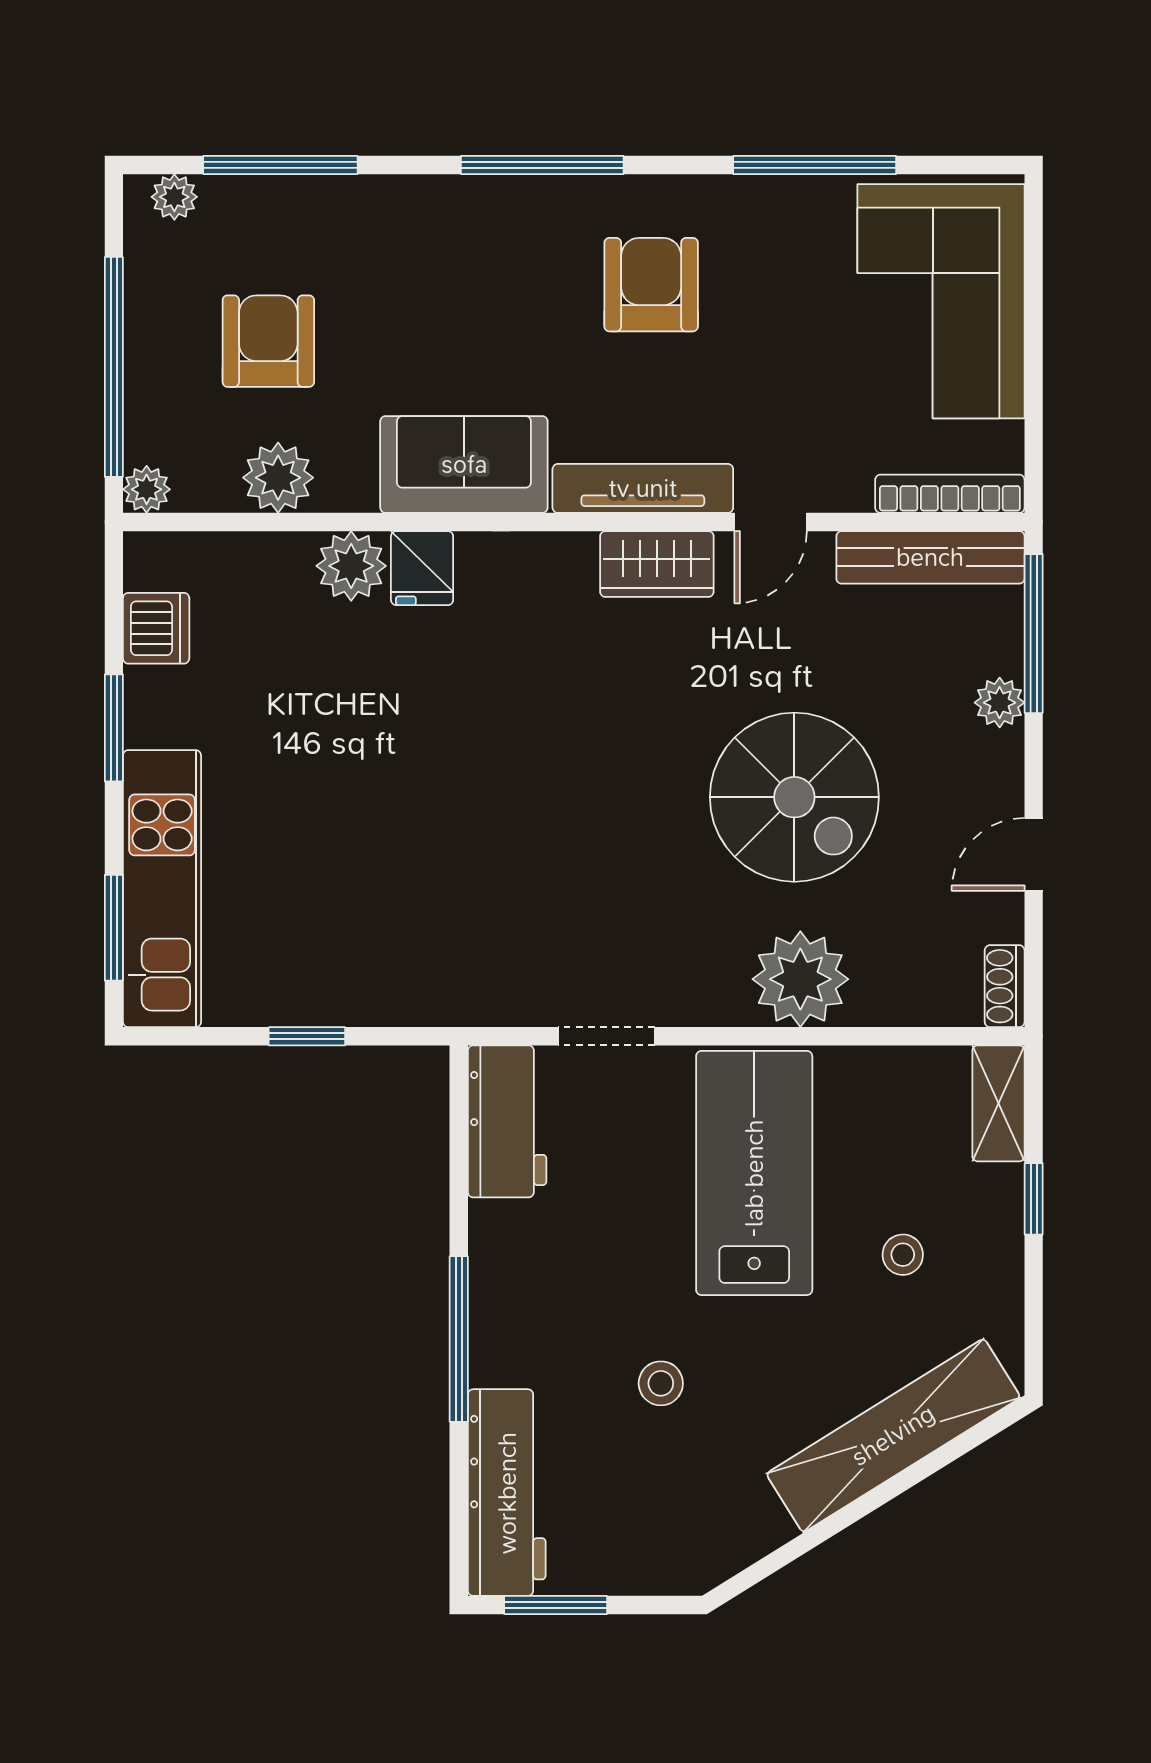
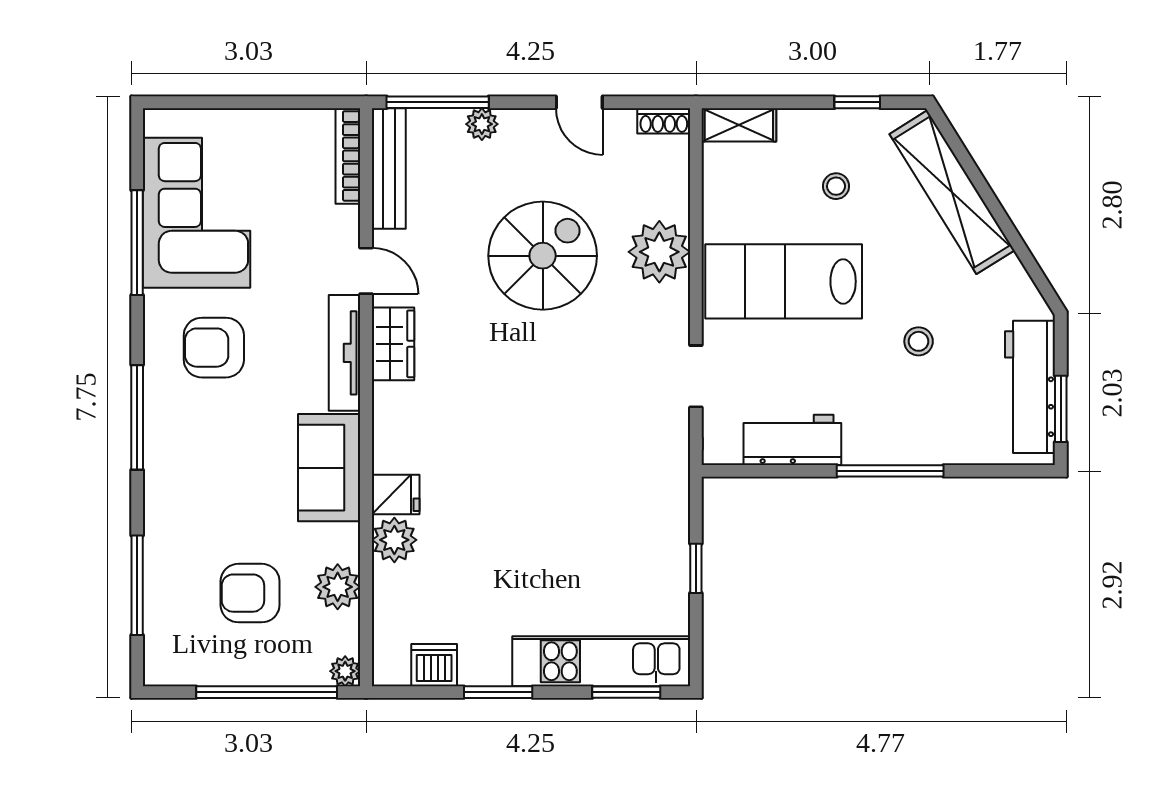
plant: (174, 197) -> (158, 653), removed
corner sofa: (941, 301) -> (196, 213), moved, turned -90
workbench: (507, 1121) -> (792, 440), moved
window: (1034, 1199) -> (857, 102), moved
workbench: (507, 1493) -> (1030, 387), moved, turned -90

